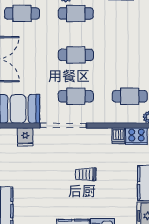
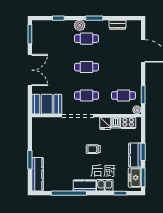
cafe table: (22, 13) -> (50, 39), removed
fridge: (25, 137) -> (105, 123), moved

